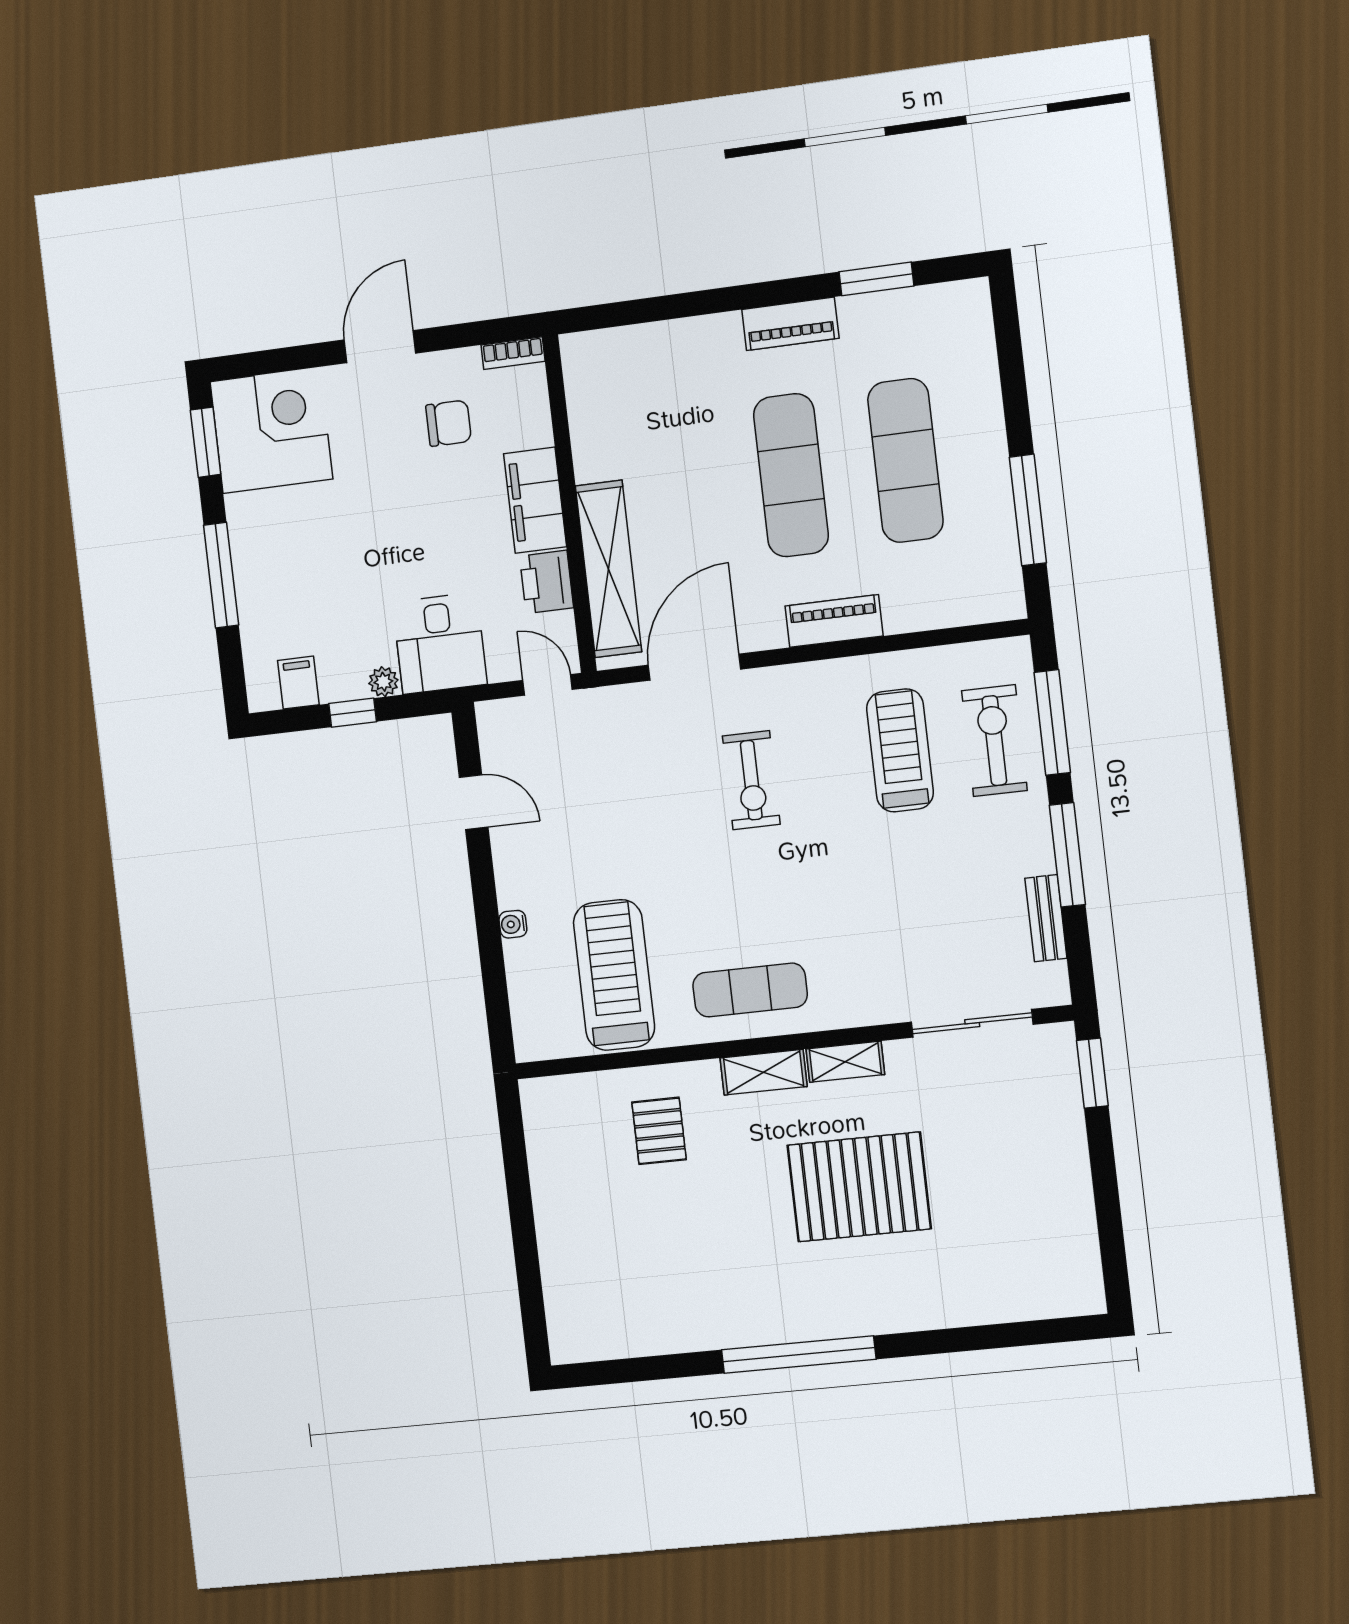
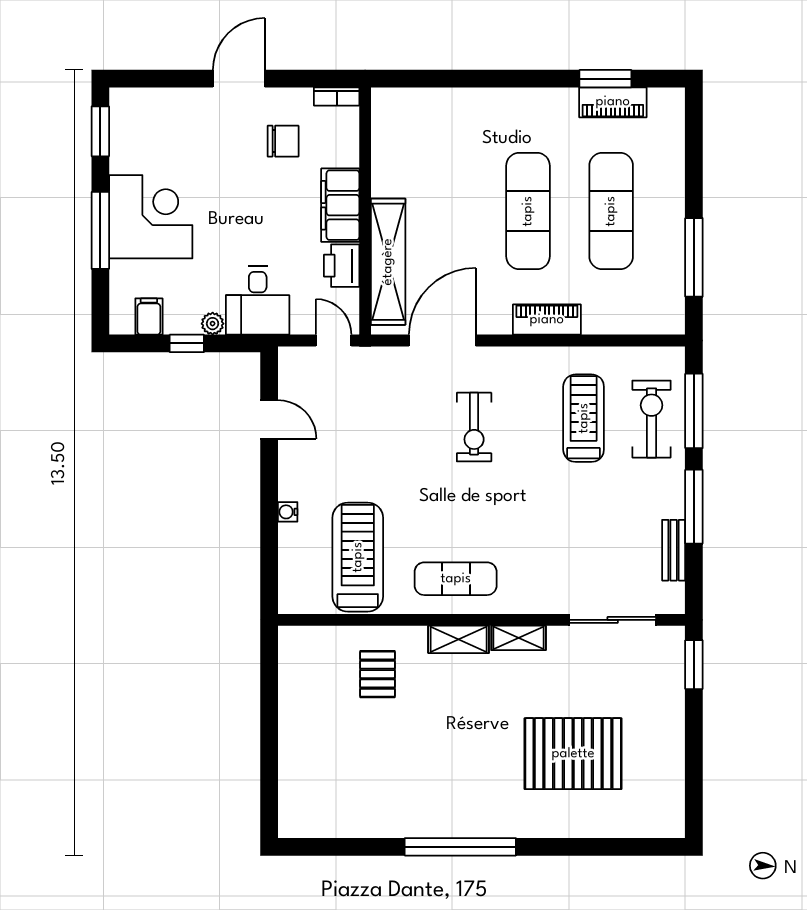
piano: (790, 324) -> (613, 102), moved
corner desk: (271, 430) -> (151, 217), moved
pallet: (859, 1187) -> (573, 754), moved

